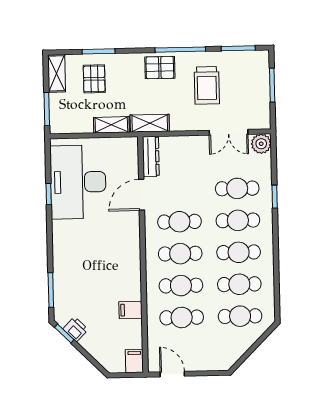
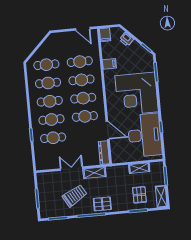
trolley: (207, 85) -> (75, 196), turned 60
shelving: (150, 123) -> (94, 173), moved
shelving: (111, 125) -> (139, 168), moved
double door: (229, 132) -> (71, 169), moved
plant: (261, 144) -> (41, 164), removed
door: (142, 195) -> (108, 130), hinge flipped
corner desk: (87, 255) -> (137, 94), added
printer: (75, 329) -> (126, 39), moved

